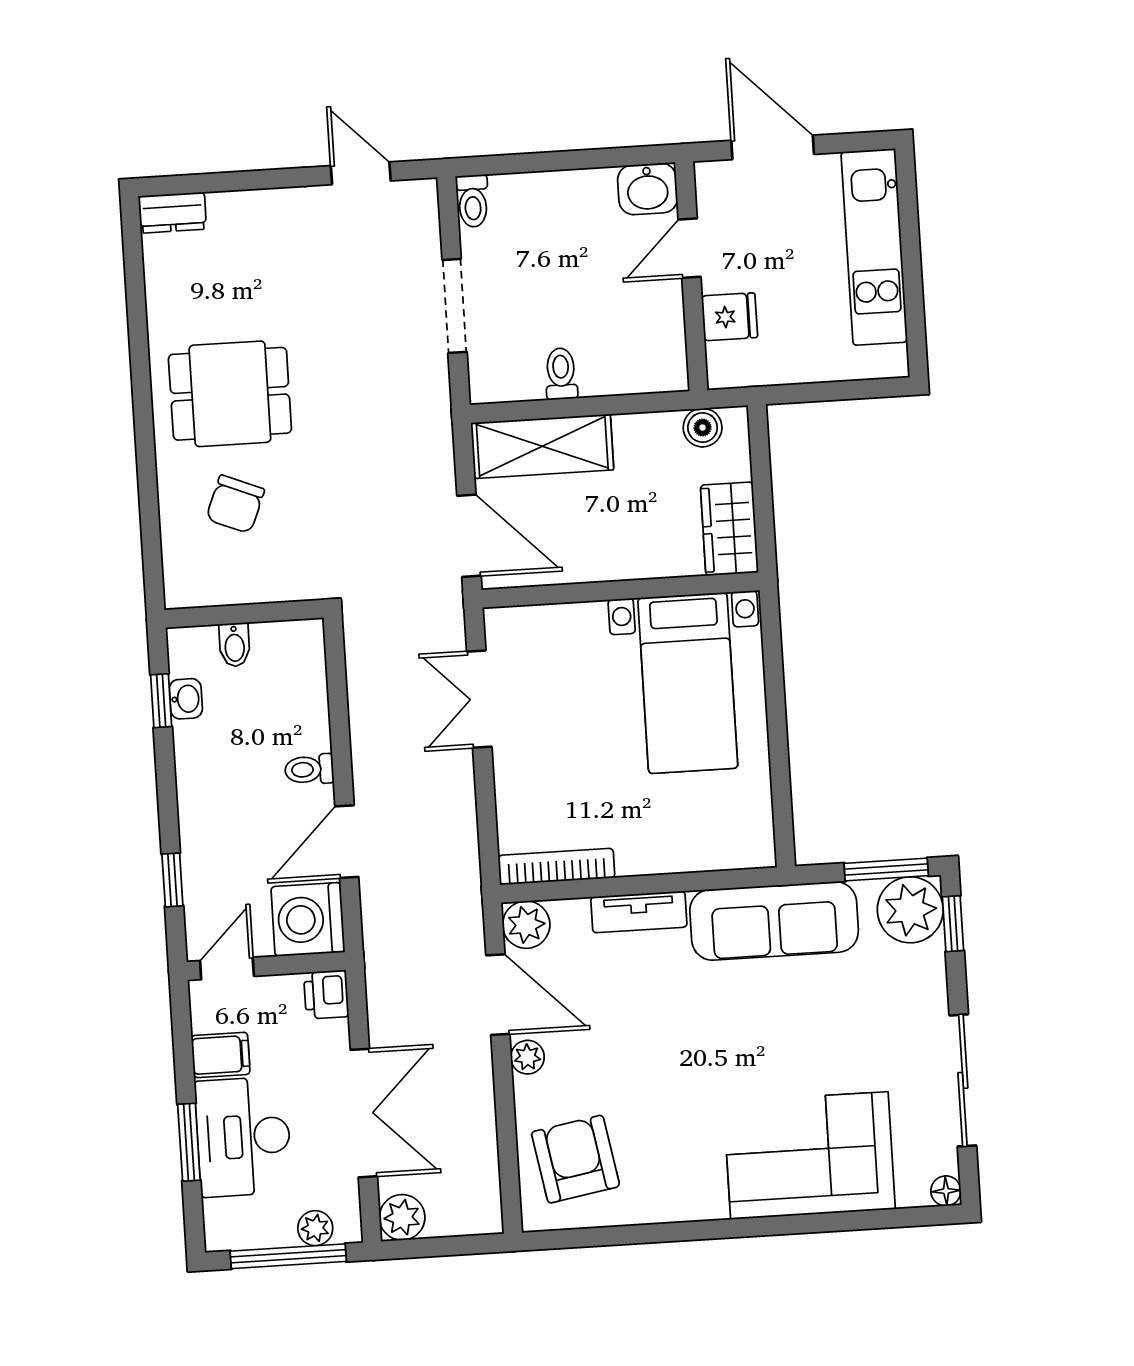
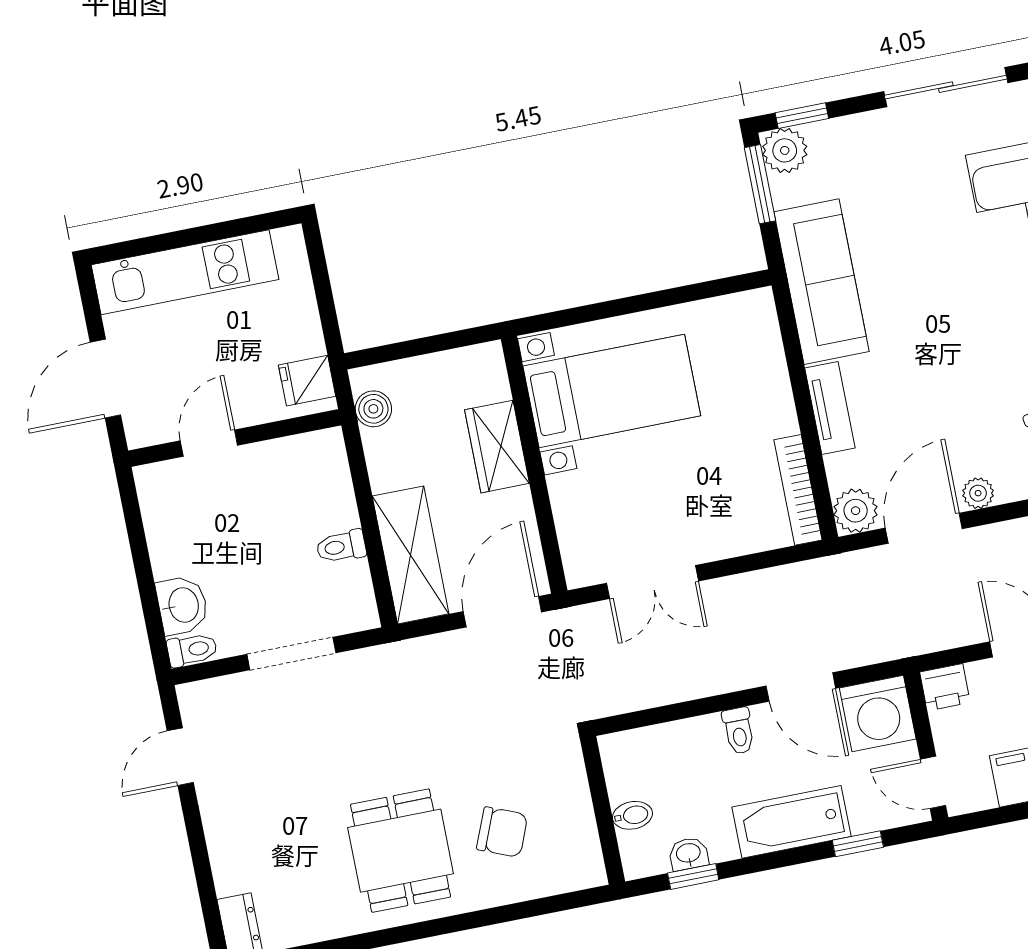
washbasin: (648, 189) -> (182, 605), moved
door: (690, 248) -> (209, 443), swing flipped
fridge: (730, 317) -> (307, 381), moved, turned -90
wardrobe: (729, 529) -> (497, 447), moved, turned 90
bathtub: (205, 813) -> (791, 822), added
plant: (910, 910) -> (785, 150), width x0.73, depth x0.73

